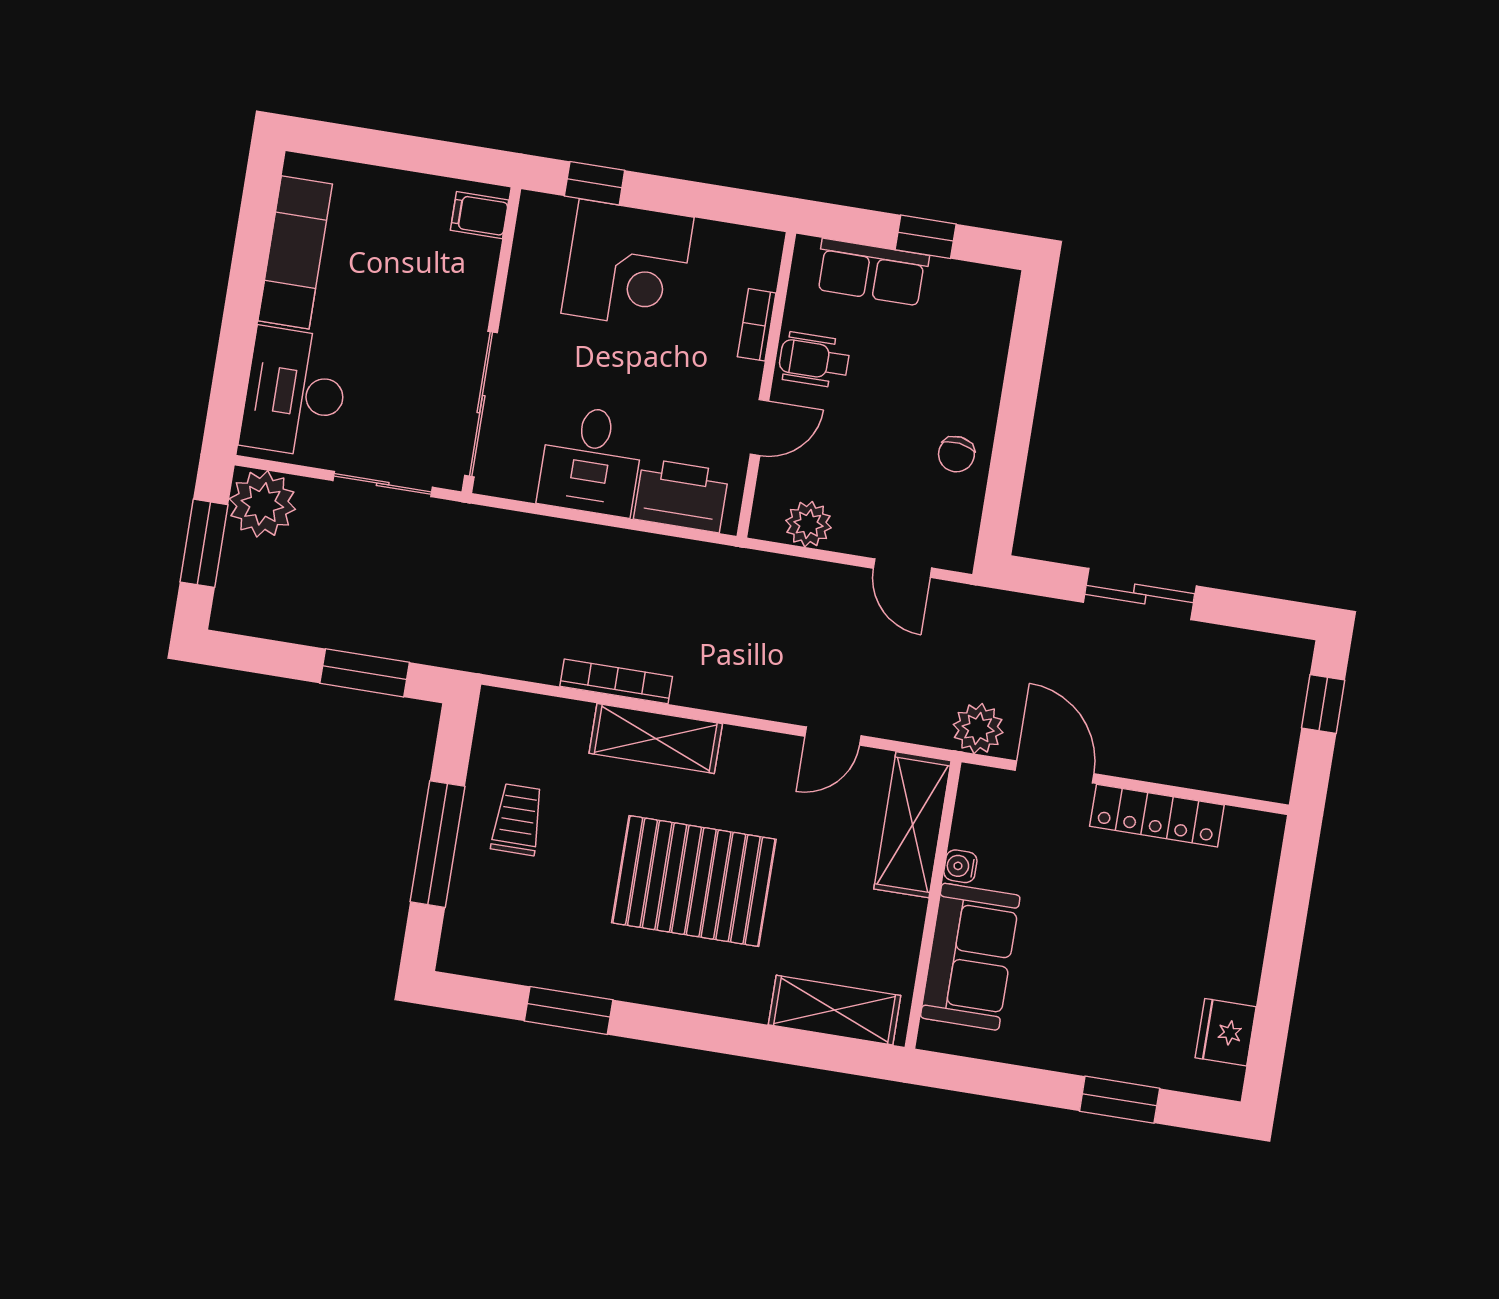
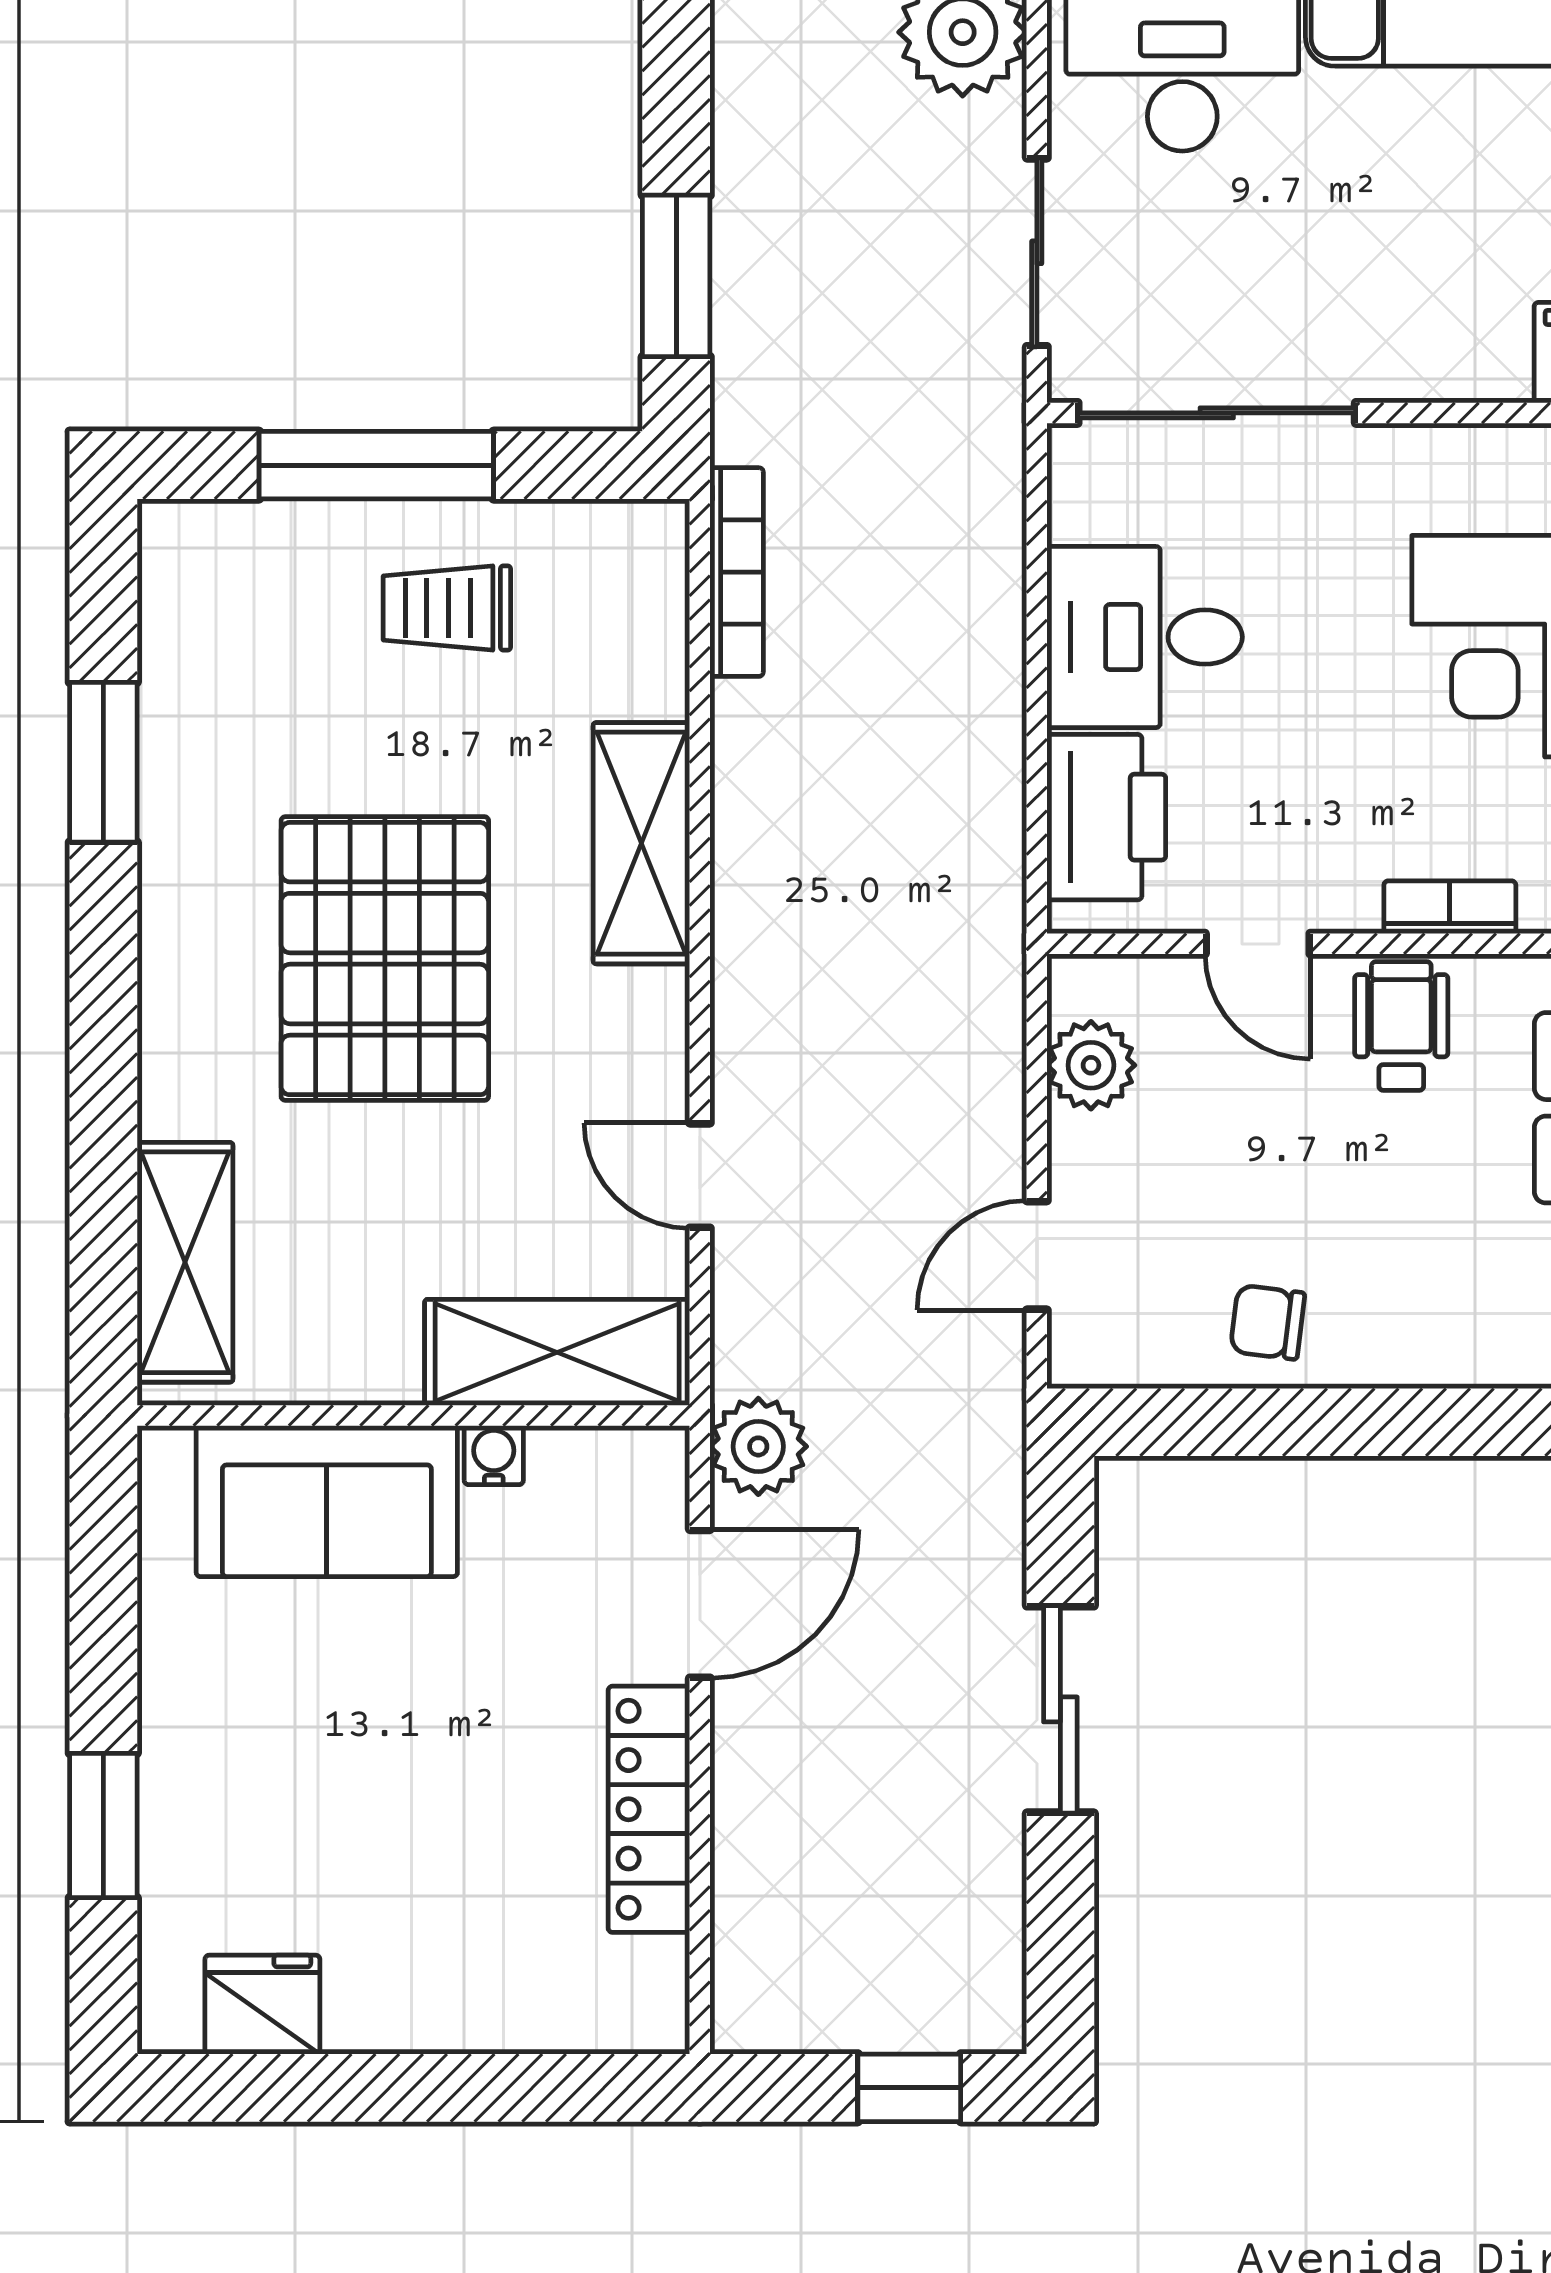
bookcase: (616, 681) -> (737, 572), moved
trolley: (517, 819) -> (447, 608), turned 180

